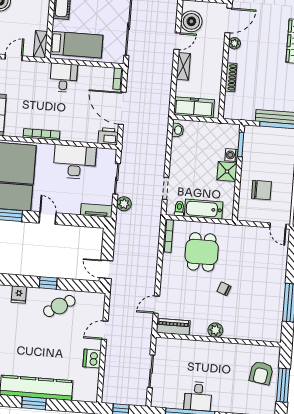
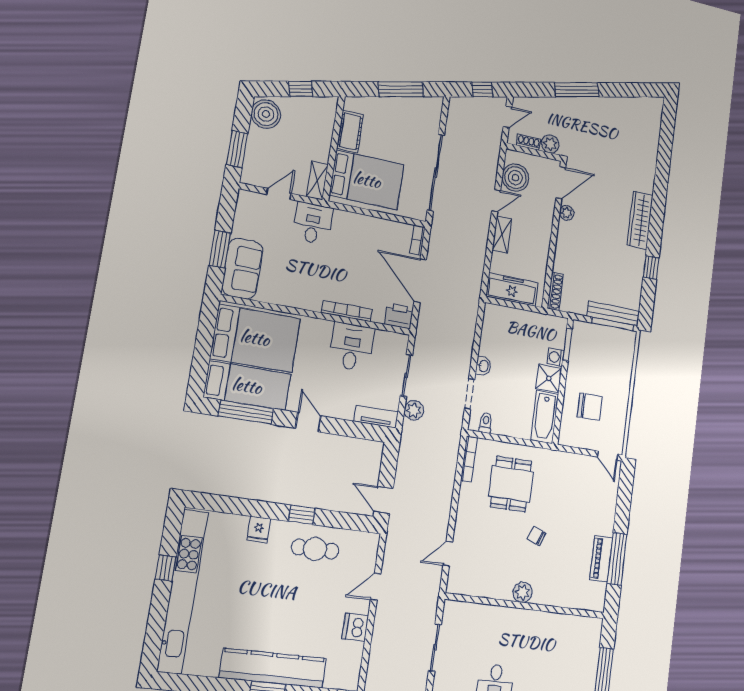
bed: (76, 45) -> (367, 180), width x1.50
shoe rack: (231, 77) -> (555, 291), moved
desk: (63, 78) -> (313, 223), moved
washbasin: (178, 130) -> (483, 366), moved
bookcase: (41, 134) -> (347, 311), moved
desk: (75, 162) -> (352, 347), width x0.73
bathtub: (204, 209) -> (545, 417), moved, turned -90
cafe table: (59, 306) -> (315, 549), turned 31
piano: (173, 327) -> (601, 559), moved, turned -90
armchair: (261, 373) -> (578, 654), removed

